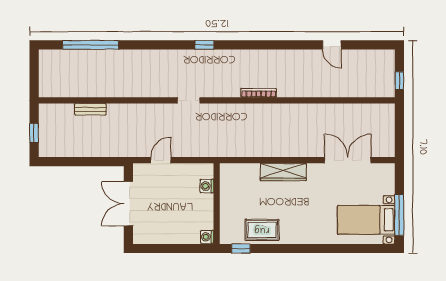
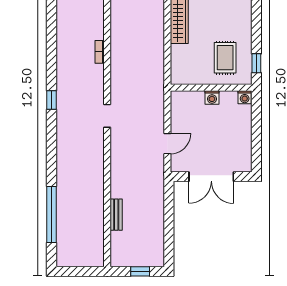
bookcase: (259, 93) -> (100, 52), width x0.64
door: (161, 160) -> (167, 144), swing flipped
washing machine: (207, 186) -> (212, 98), moved
rug: (262, 230) -> (225, 58), moved

